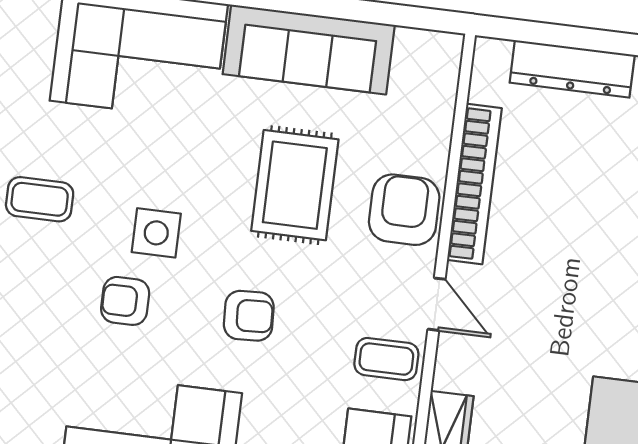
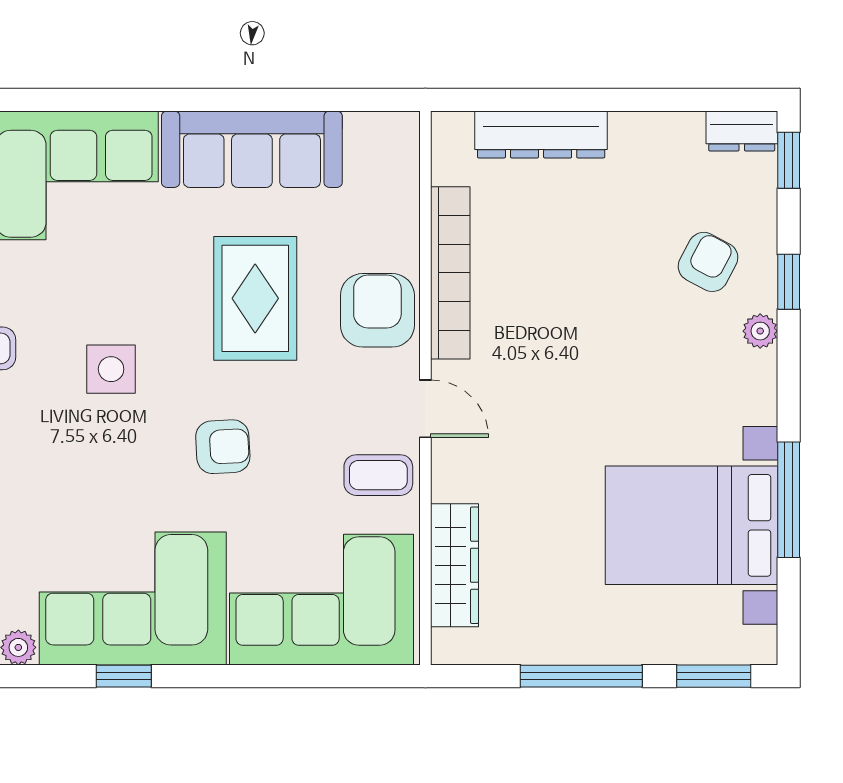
armchair: (125, 301) -> (86, 447), removed

